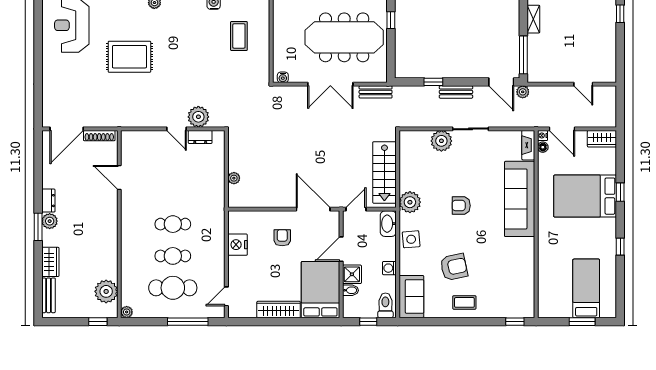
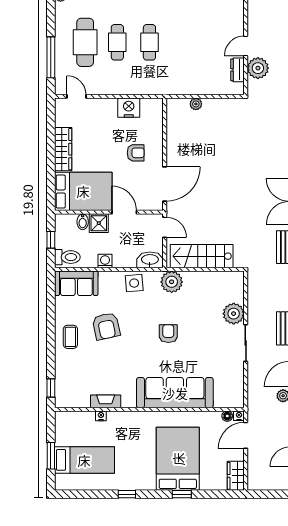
fireplace: (528, 145) -> (106, 401), moved
nightstand: (543, 272) -> (101, 416), added

